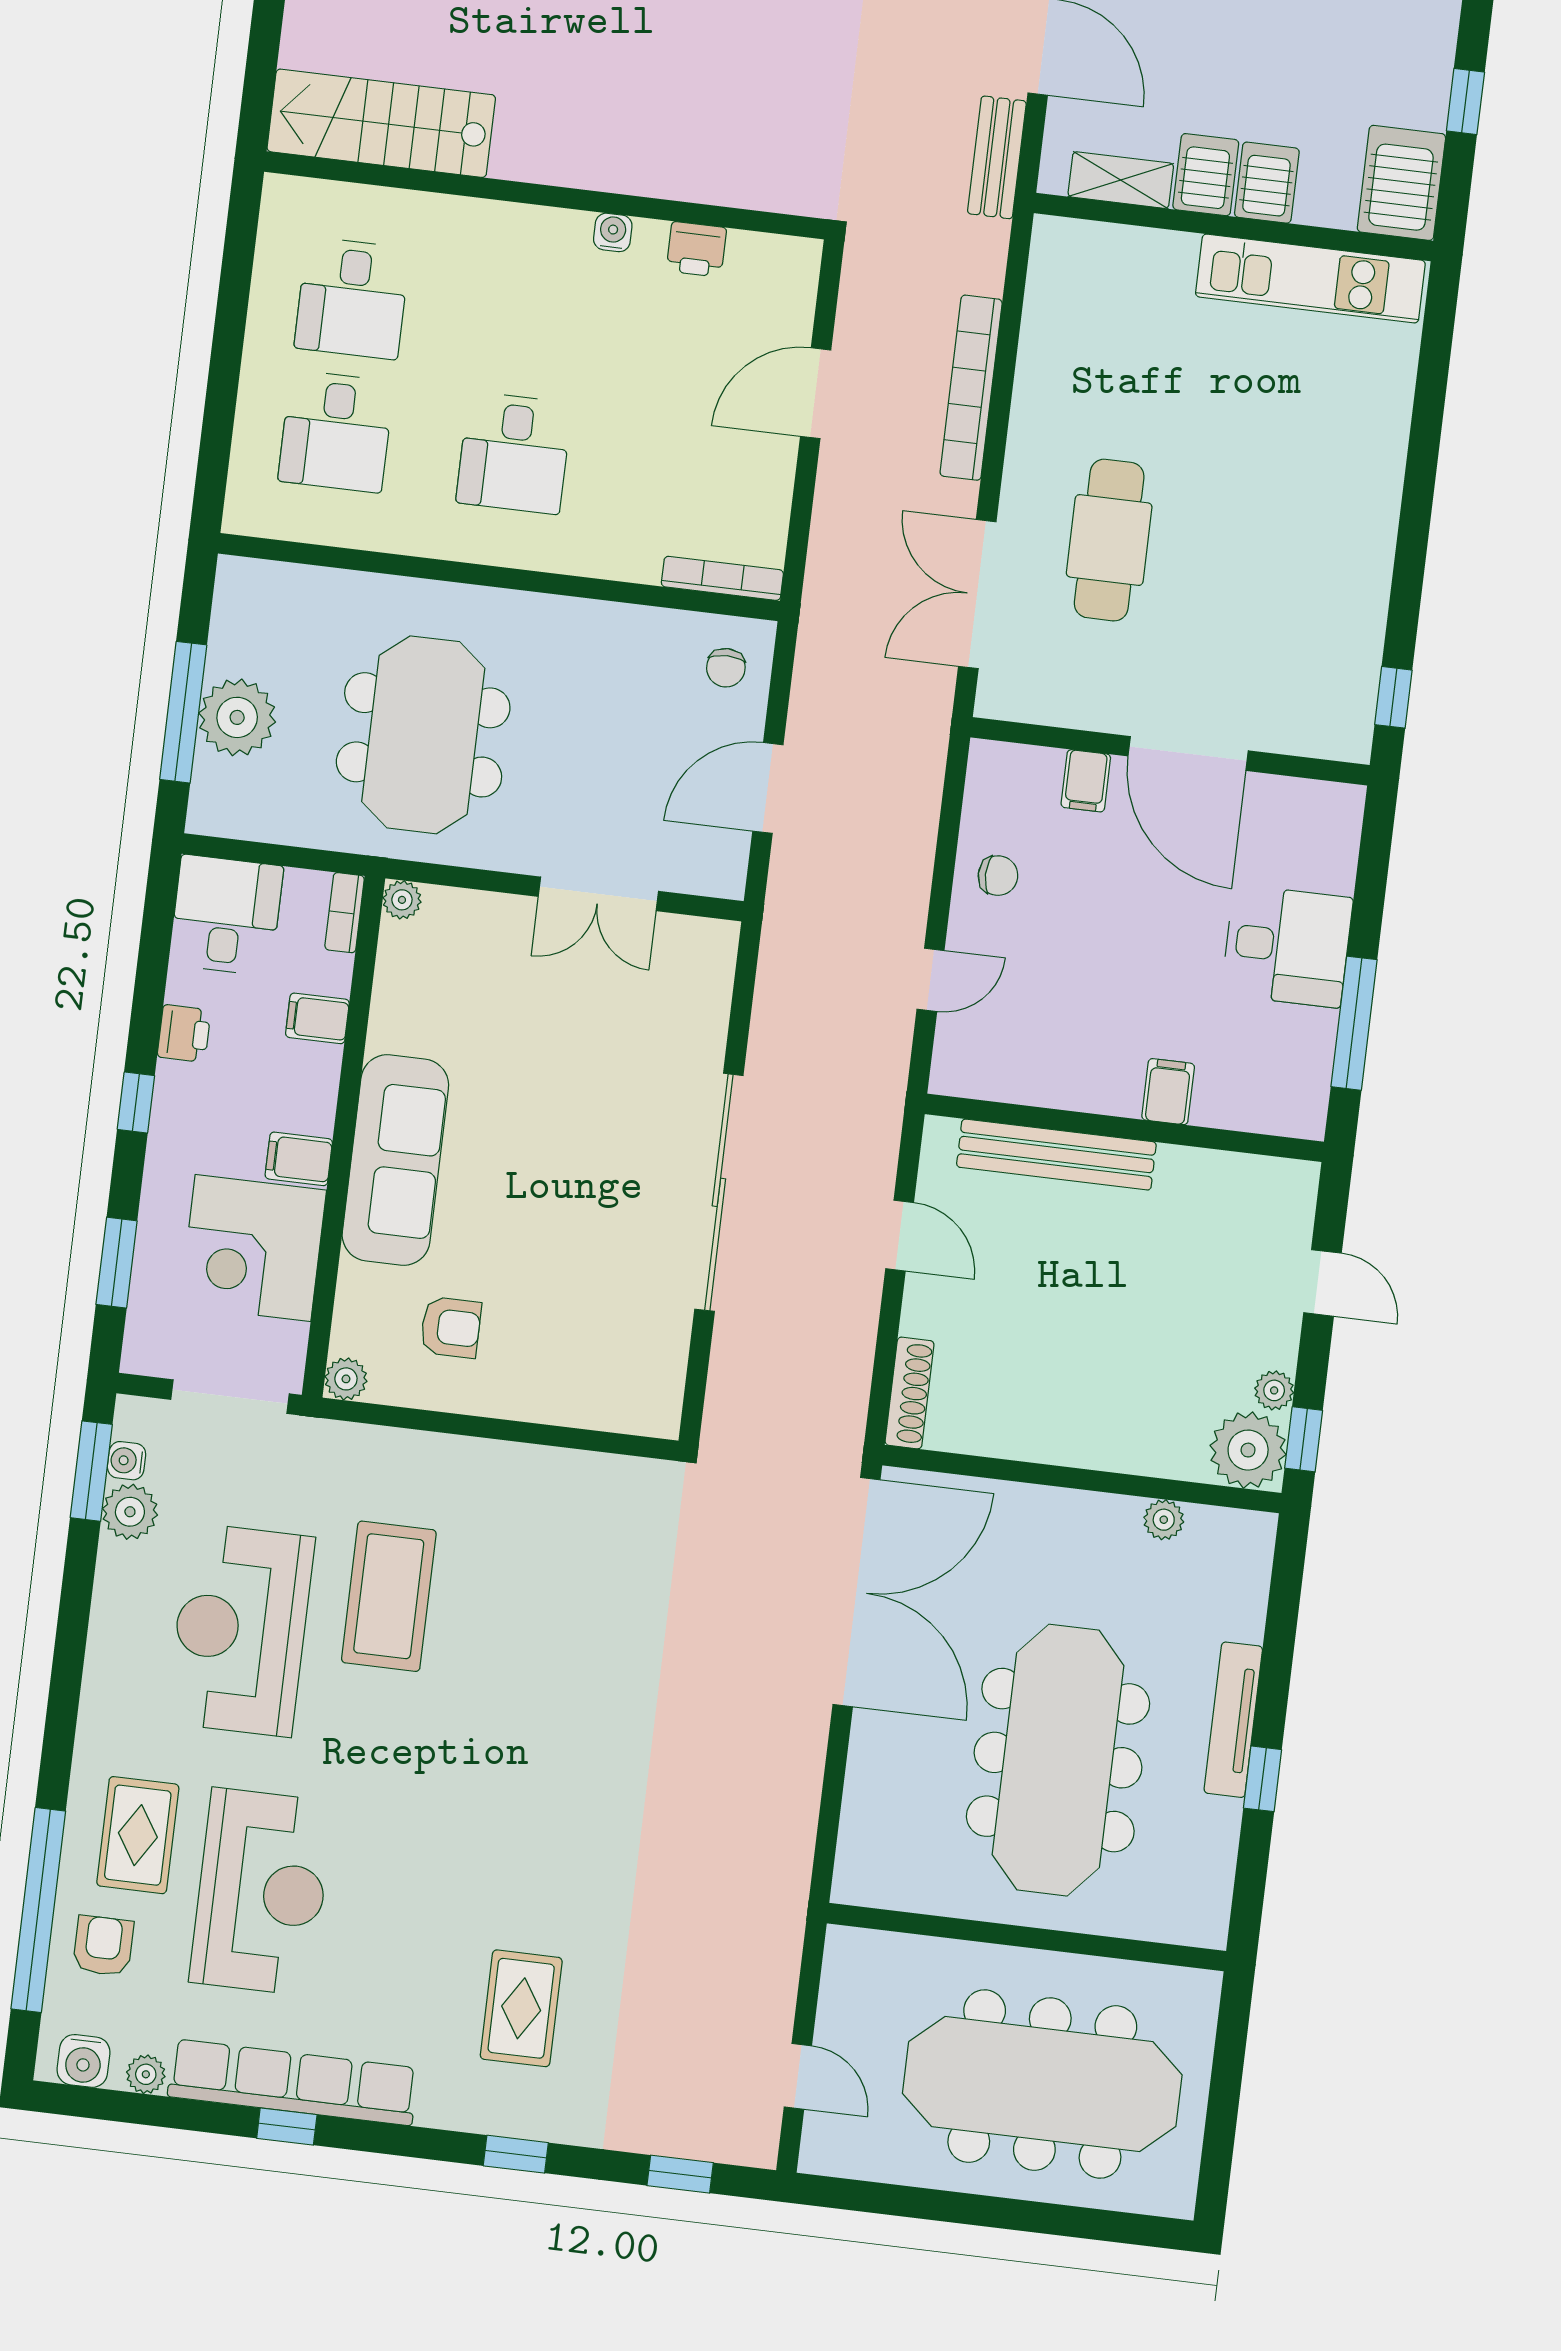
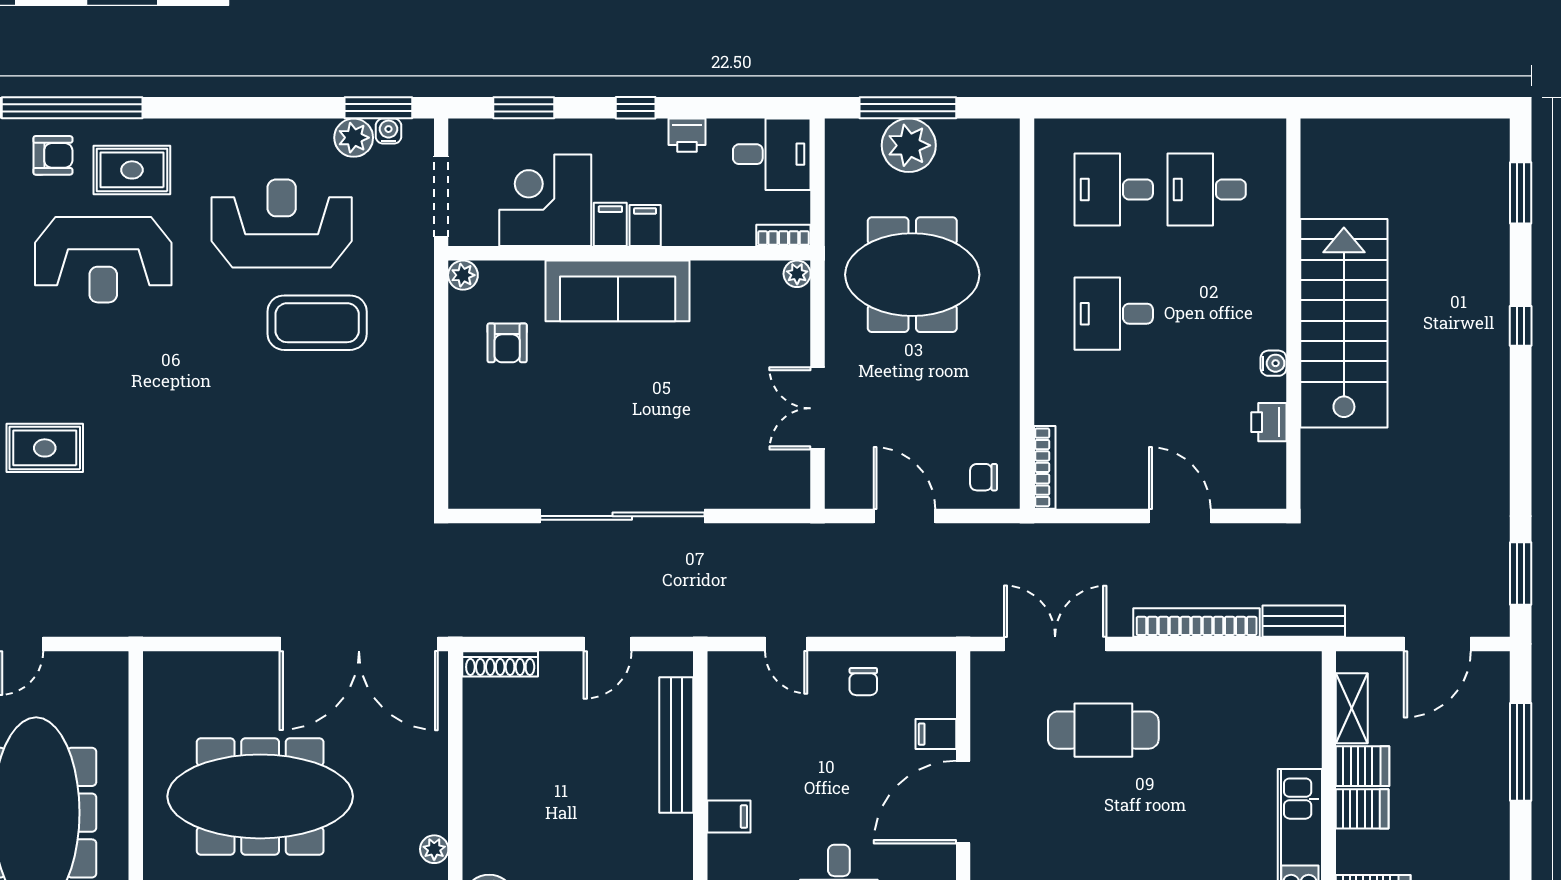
stairs: (381, 123) -> (1344, 323), moved, width x1.36, depth x1.51
bench: (997, 157) -> (1304, 621), moved
filing cabinet: (317, 1018) -> (645, 226), moved

